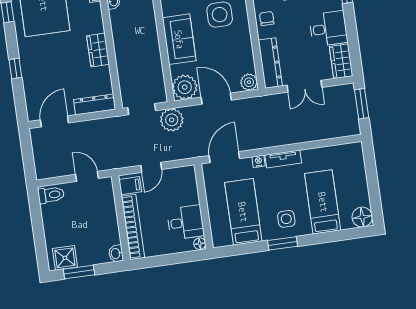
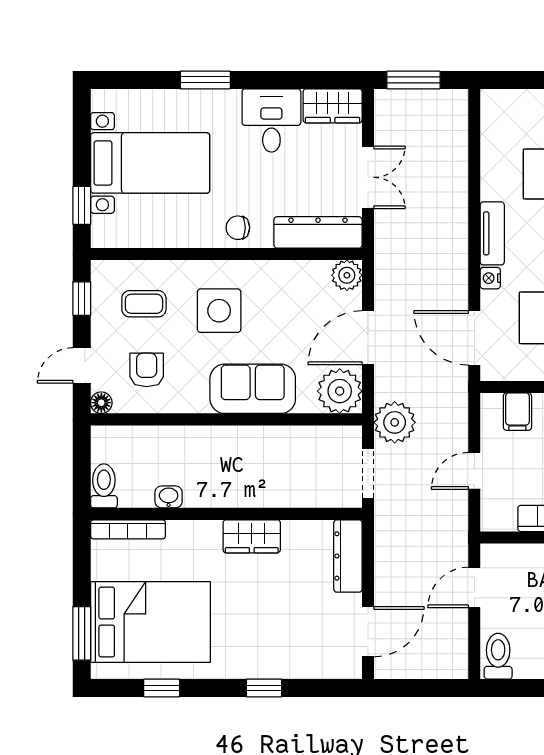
door: (54, 121) -> (368, 632), swing flipped
door: (151, 167) -> (474, 471), swing flipped
filing cabinet: (130, 186) -> (517, 412), moved, turned 180

